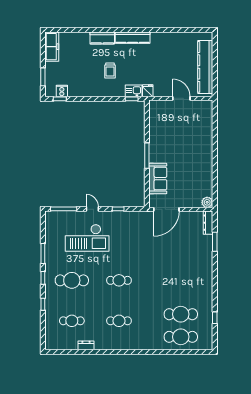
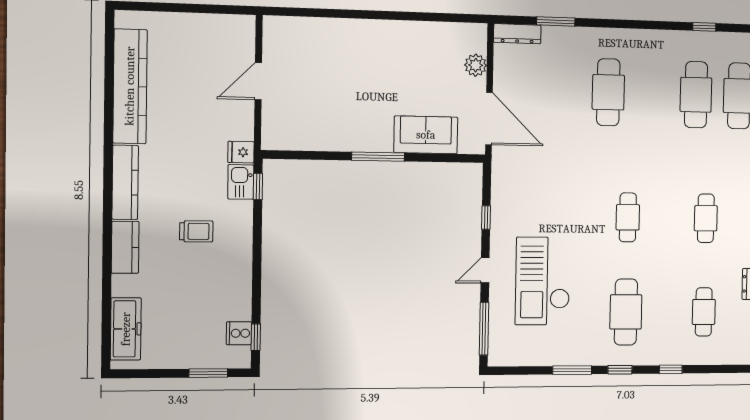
freezer: (52, 47) -> (126, 329), moved, turned 90
kitchen counter: (205, 67) -> (130, 86), moved, turned -90
plant: (207, 202) -> (476, 65), moved
checkout: (87, 238) -> (543, 281), turned 180
cafe table: (181, 269) -> (608, 92), added

